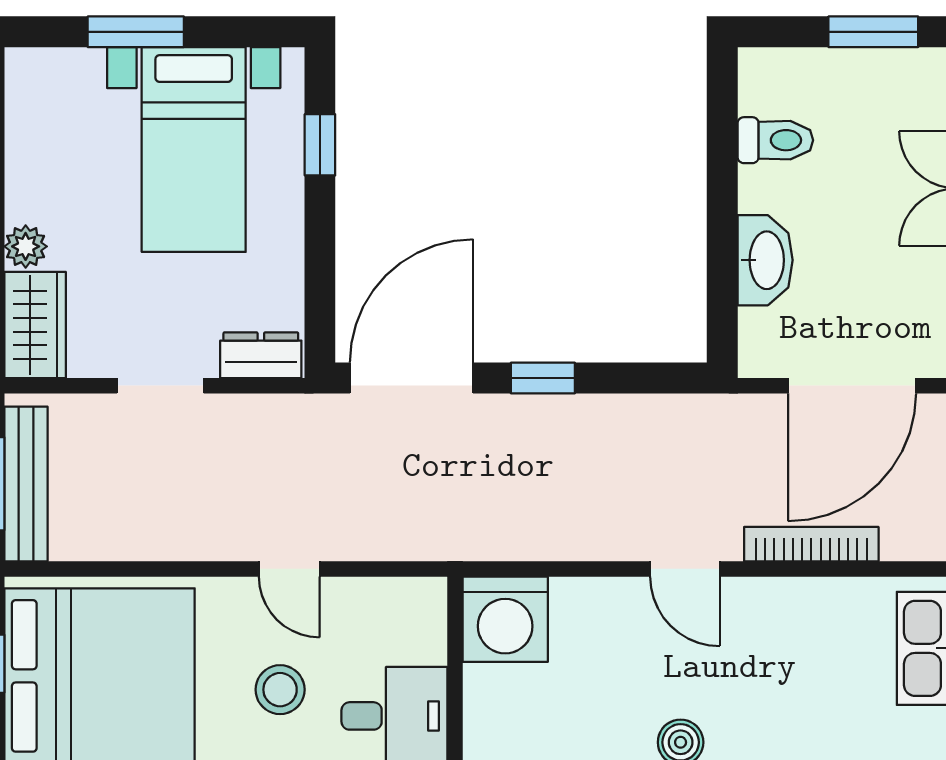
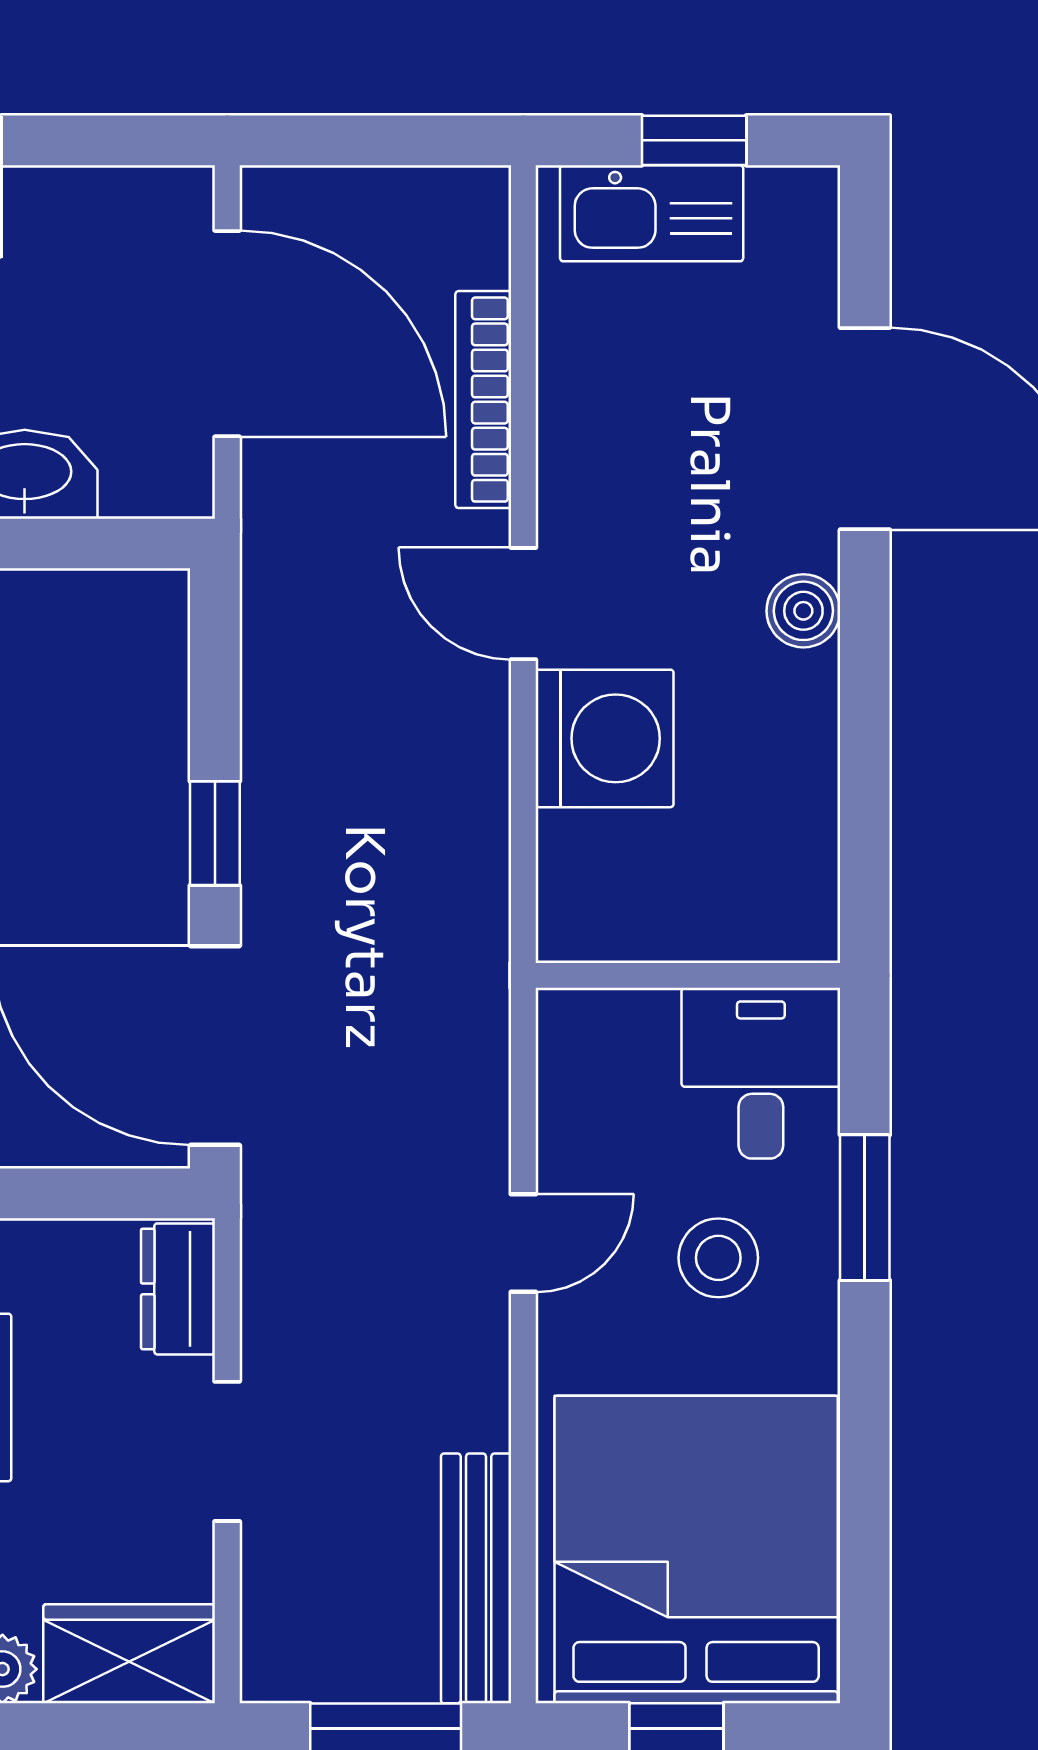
bench: (26, 484) -> (476, 1578), moved, turned 90
door: (685, 569) -> (523, 604), swing flipped
washing machine: (505, 619) -> (605, 738), moved

